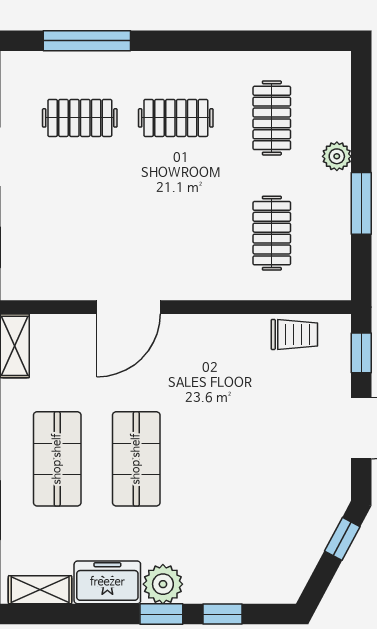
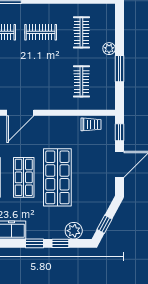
shop shelf: (215, 459) -> (57, 177), added
window: (342, 539) -> (105, 224), moved
plant: (163, 584) -> (74, 231), moved

